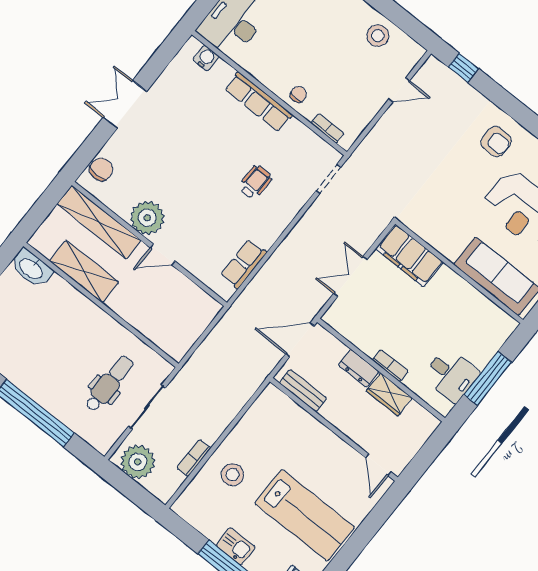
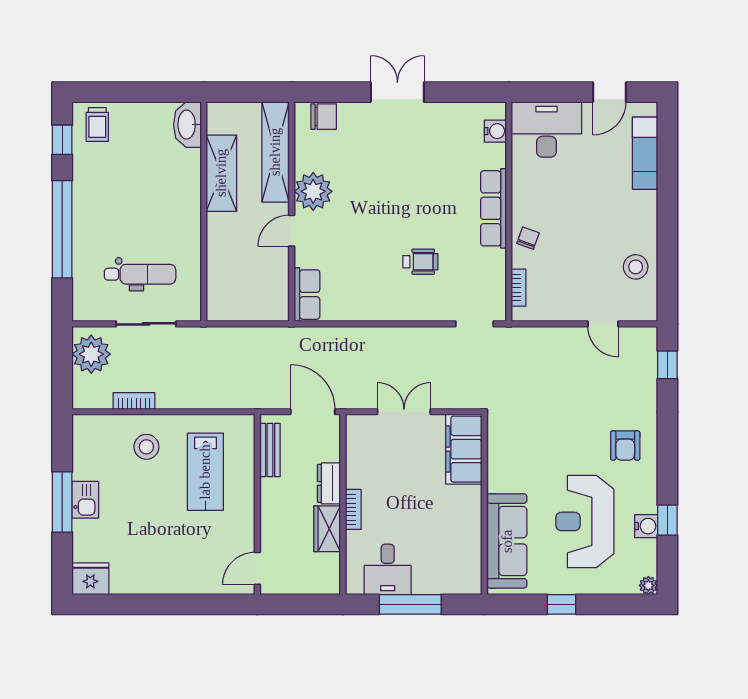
chair: (298, 94) -> (528, 238), turned -70
door: (163, 254) -> (292, 231), hinge flipped
row of seats: (243, 264) -> (307, 295), moved, turned 90
lab bench: (305, 515) -> (205, 472), moved, width x0.73, depth x0.72

